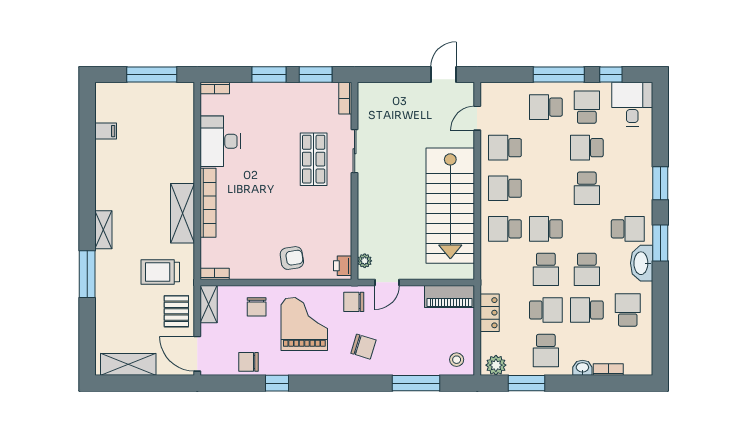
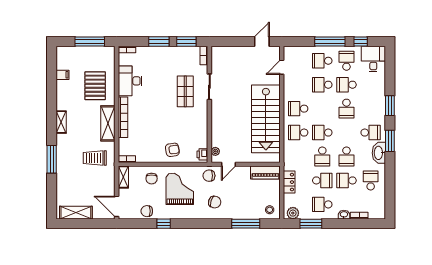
school desk: (505, 148) -> (322, 85), moved
shelving: (103, 230) -> (61, 122), moved
pallet: (176, 311) -> (95, 86), moved, width x1.50, depth x1.42
school desk: (546, 351) -> (322, 204), turned 90

